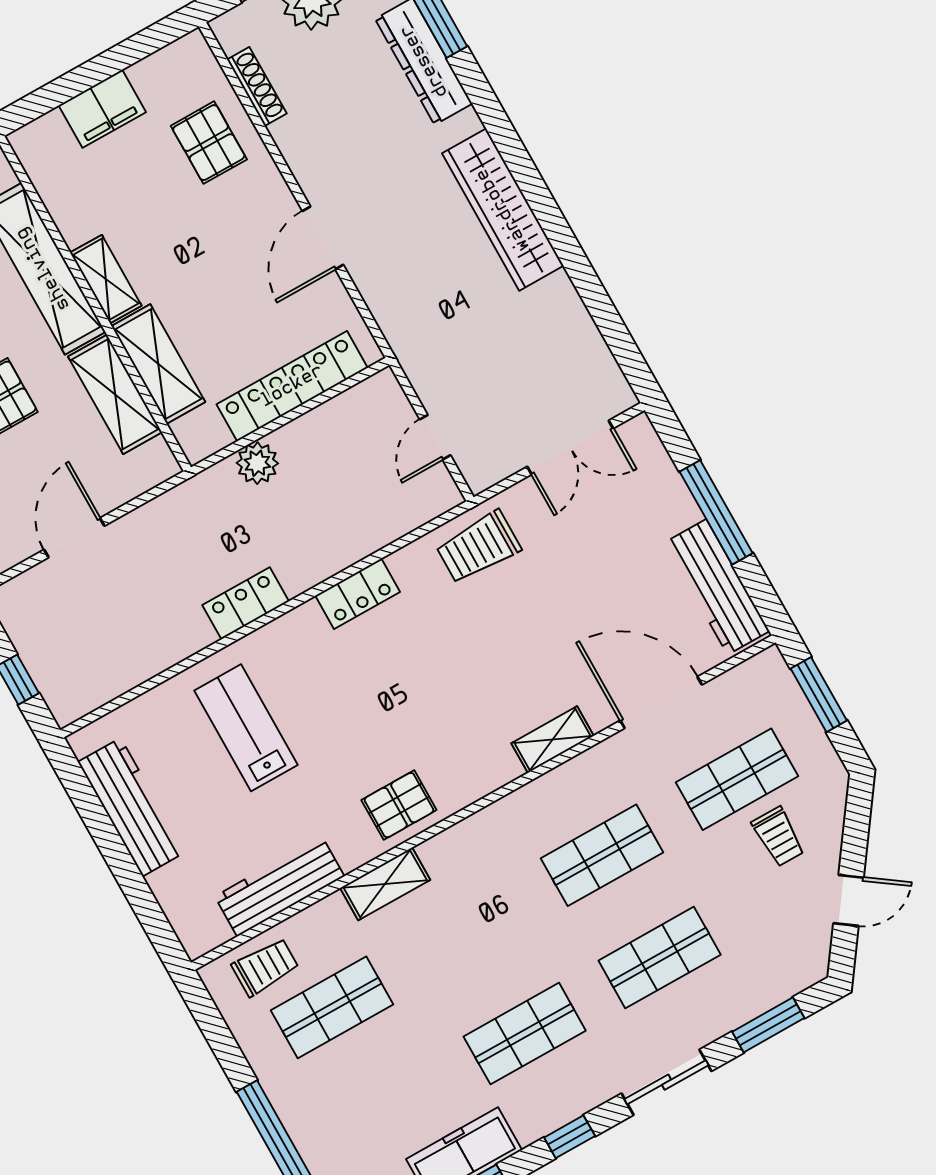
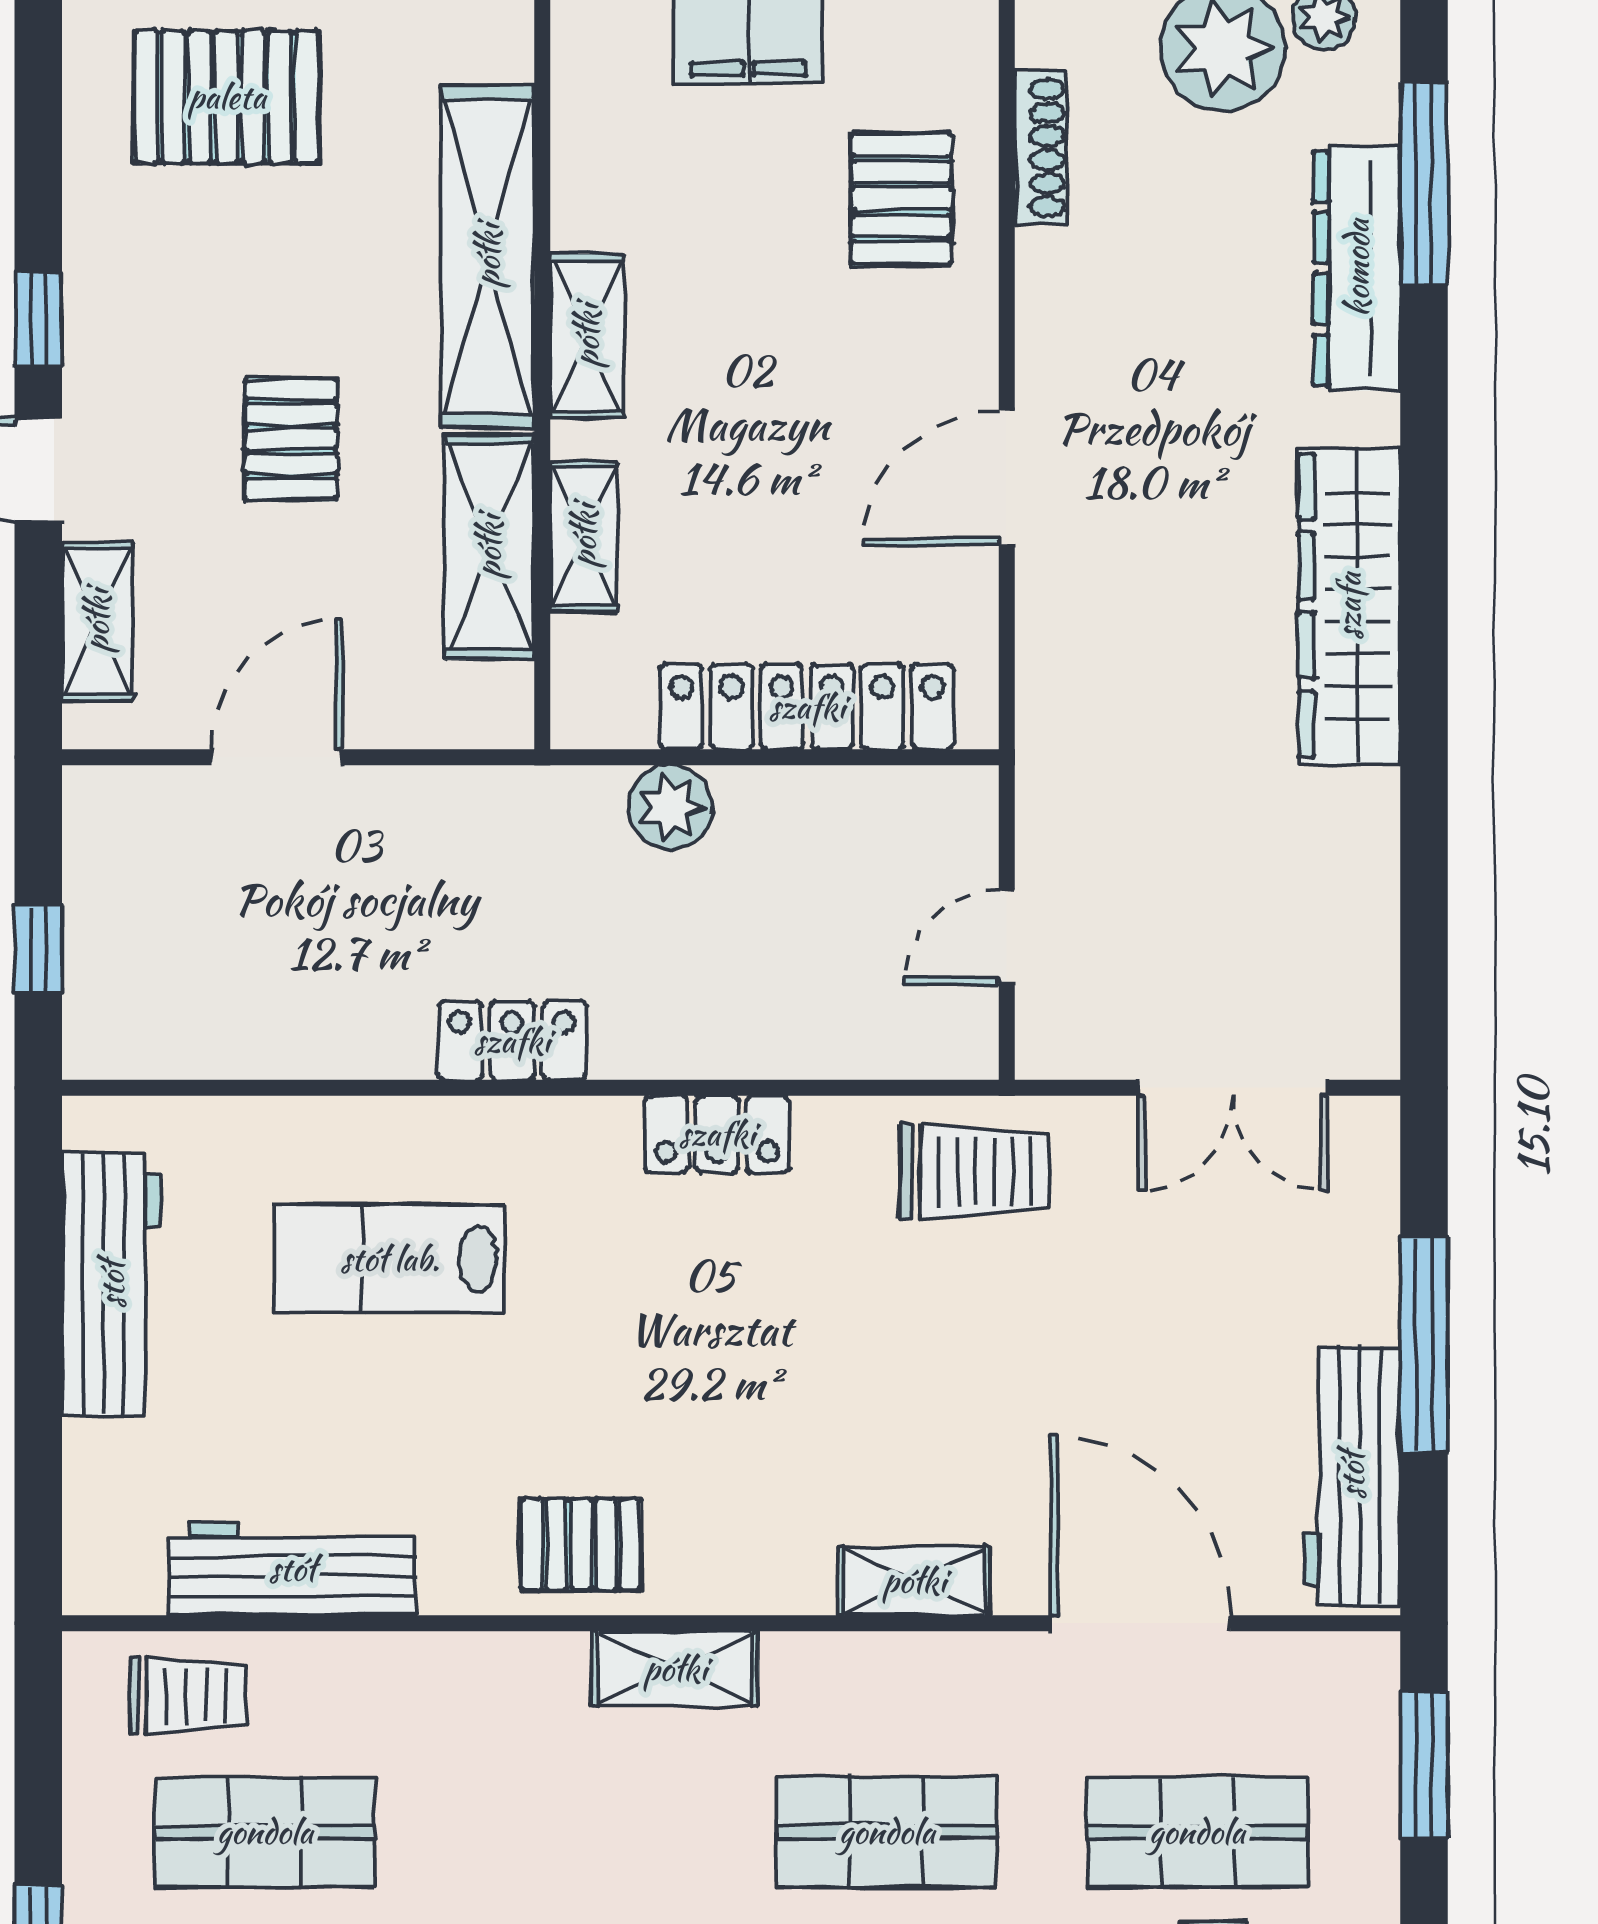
shelving: (158, 364) -> (584, 536), width x0.67, depth x0.75
trolley: (479, 547) -> (974, 1172), turned 180
lab bench: (246, 728) -> (390, 1259), turned -90
shelving: (385, 884) -> (675, 1669), moved

